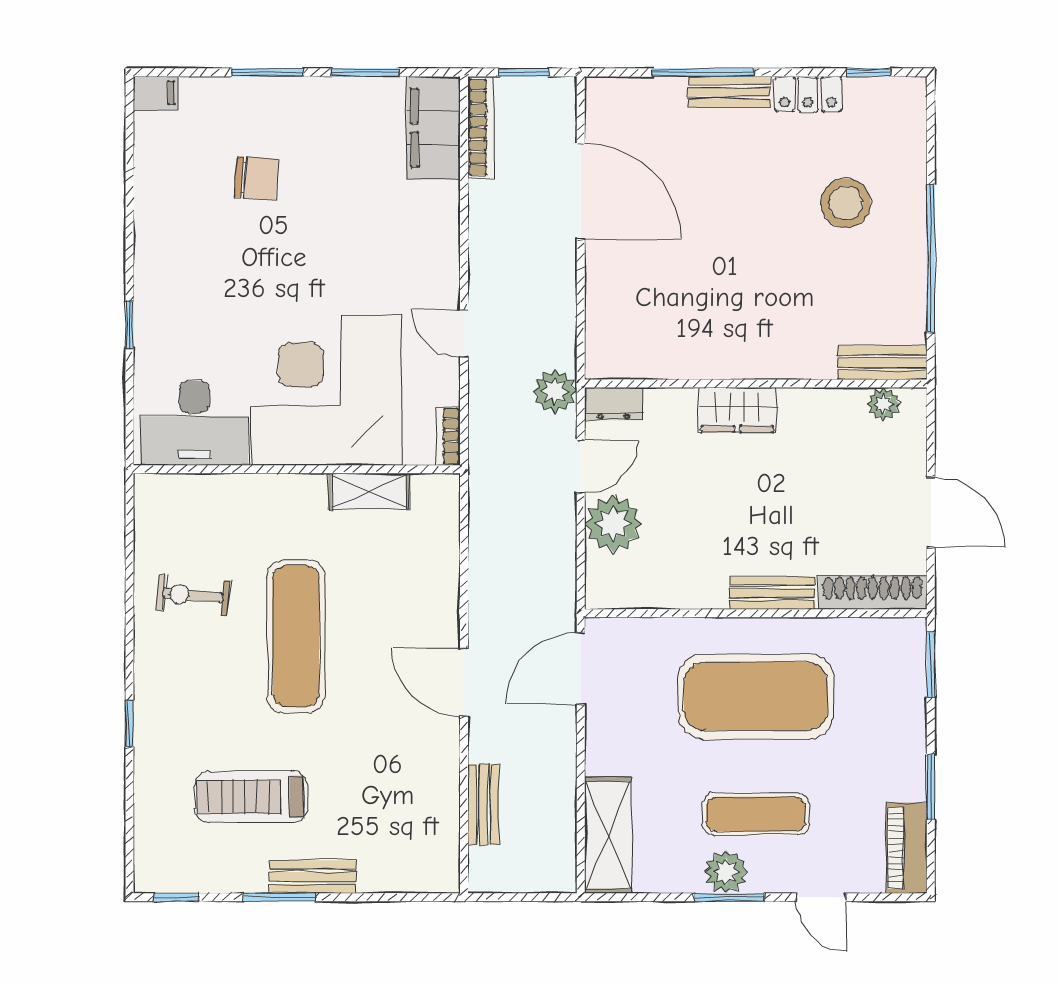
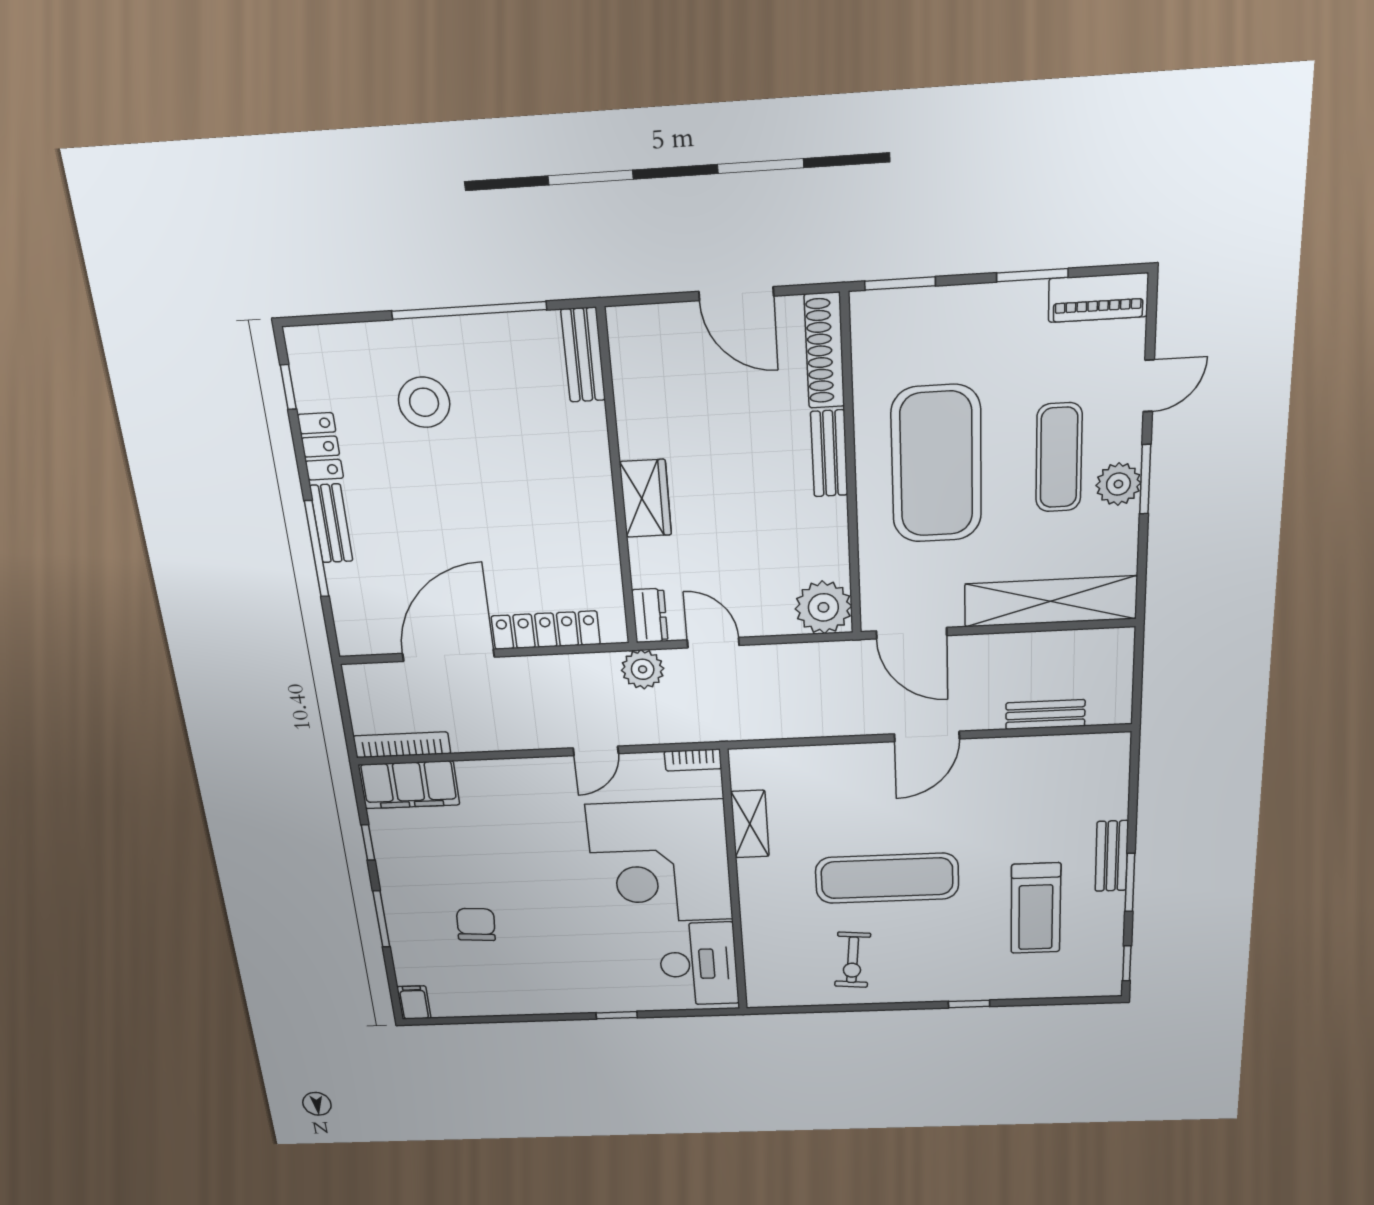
window: (365, 72) -> (368, 842), width x0.67
window: (524, 72) -> (345, 711), removed
locker: (603, 295) -> (546, 630), added
plant: (884, 404) -> (626, 351), removed
door: (931, 512) -> (736, 294), swing flipped
plant: (613, 524) -> (823, 607), moved
shelving: (608, 835) -> (1051, 601), width x1.47

